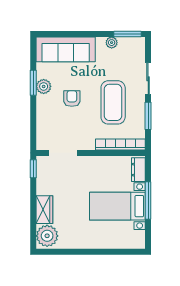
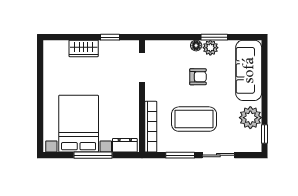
window: (128, 34) -> (264, 134), width x0.67
plant: (112, 43) -> (250, 118), width x1.88, depth x1.88
floor lamp: (42, 100) -> (196, 46), added
window: (33, 169) -> (110, 37), moved
bed with nightstands: (117, 206) -> (79, 124), width x1.36
plant: (47, 236) -> (57, 51), removed

